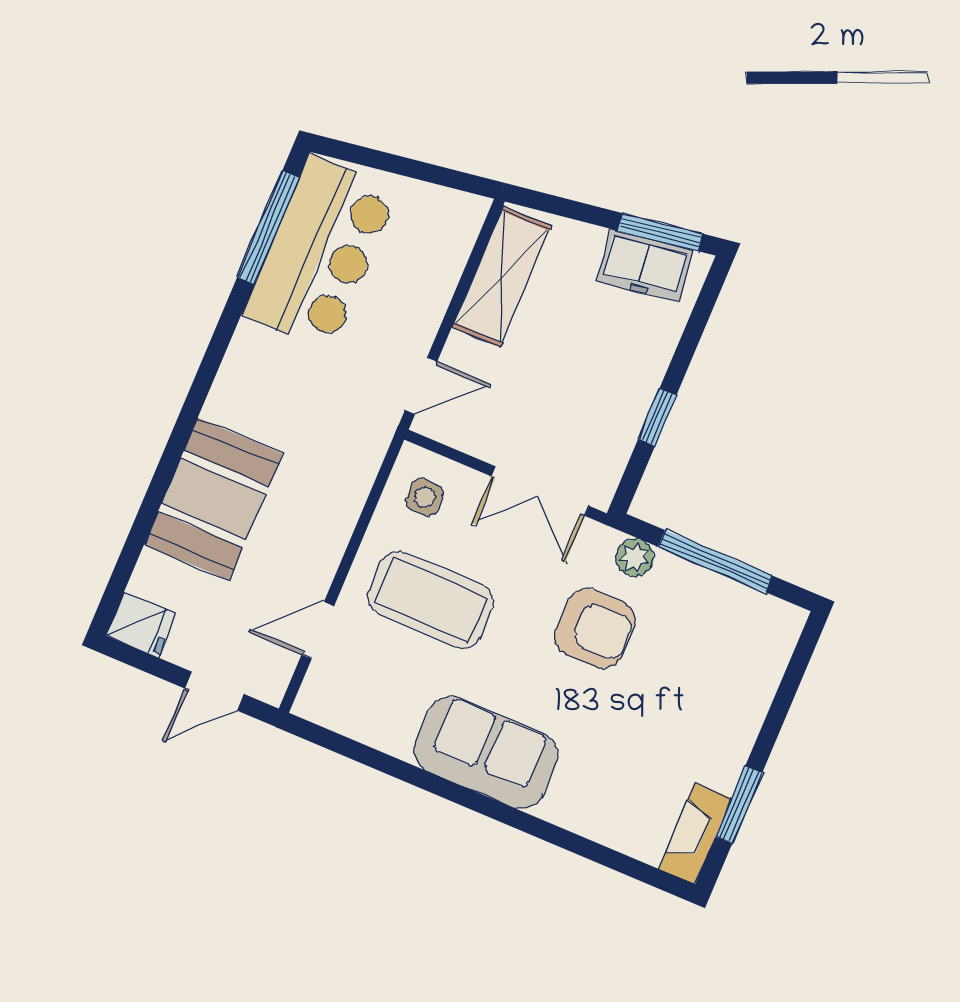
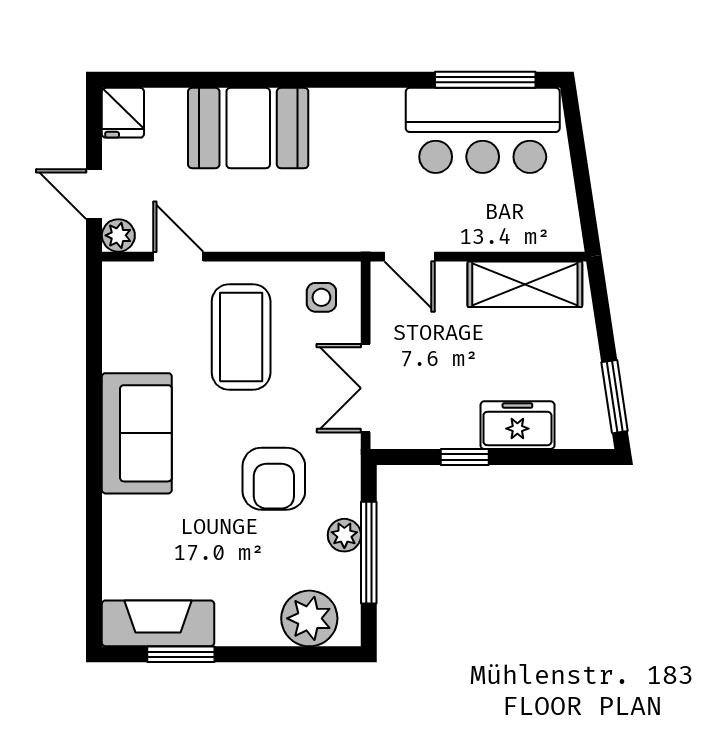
freezer: (645, 266) -> (517, 425), moved, turned 99
plant: (635, 558) -> (344, 535), moved
plant: (758, 653) -> (309, 618), added
plant: (269, 684) -> (118, 235), added
fireplace: (695, 834) -> (158, 623), width x1.37, depth x1.32

